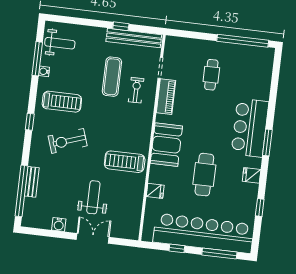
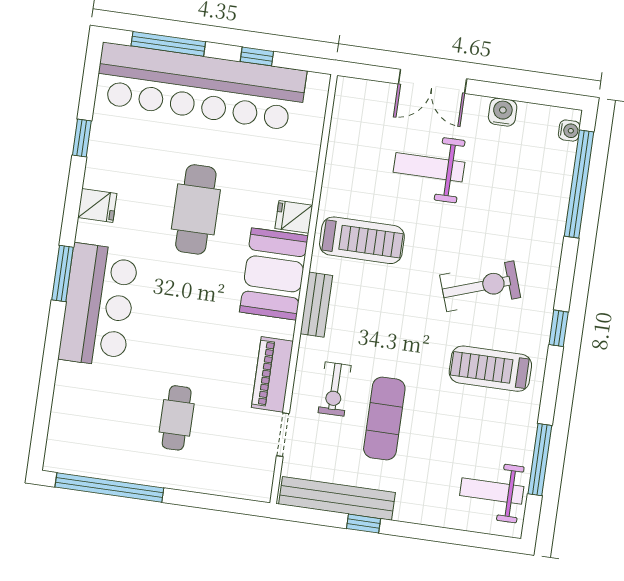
water cooler: (44, 71) -> (569, 131), moved
bench: (32, 182) -> (316, 305), moved
fridge: (155, 191) -> (294, 217), moved
weight bench: (93, 197) -> (429, 167), turned 90

